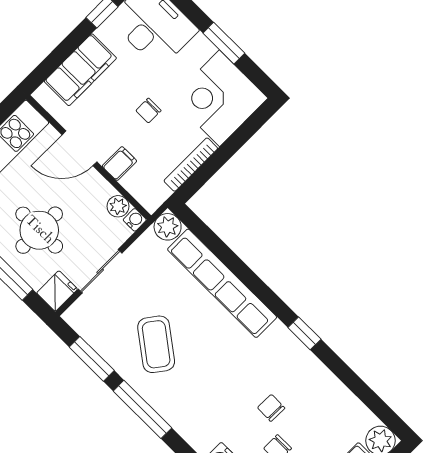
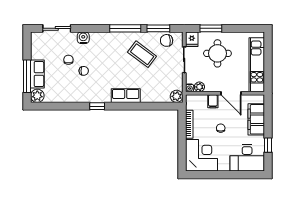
window: (224, 43) -> (218, 175), removed
door: (79, 148) -> (231, 93), swing flipped
row of seats: (222, 283) -> (126, 96), width x0.50
chair: (98, 328) -> (167, 40), added

